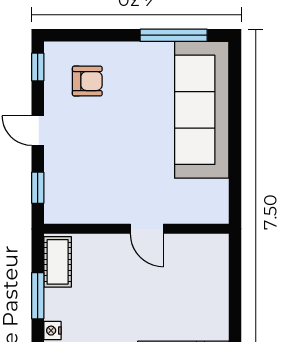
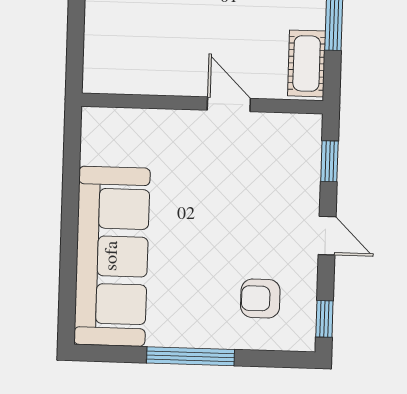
window: (174, 35) -> (190, 356), moved
door: (147, 229) -> (229, 104), moved

